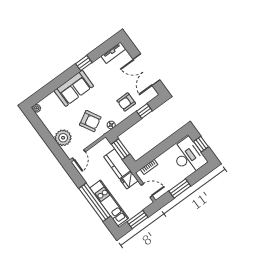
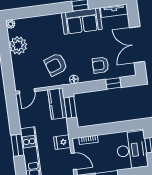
sofa: (74, 88) -> (82, 21), moved
armchair: (90, 121) -> (56, 65), turned 100
plant: (63, 138) -> (18, 45), moved
kitchen counter: (117, 164) -> (57, 104), moved
window: (95, 202) -> (17, 145), width x0.47

